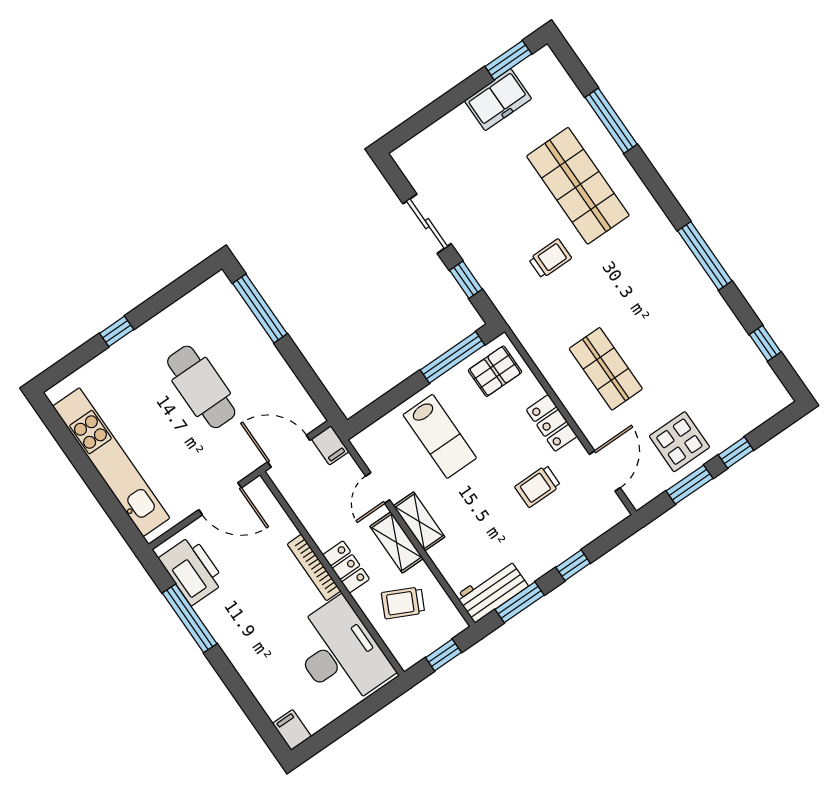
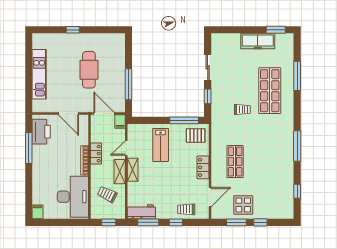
freezer: (498, 100) -> (258, 41), width x1.40
window: (260, 309) -> (129, 84), moved
kitchen unit: (111, 462) -> (39, 74), width x0.73
trolley: (538, 486) -> (186, 209), moved
locker: (346, 567) -> (96, 154), moved

